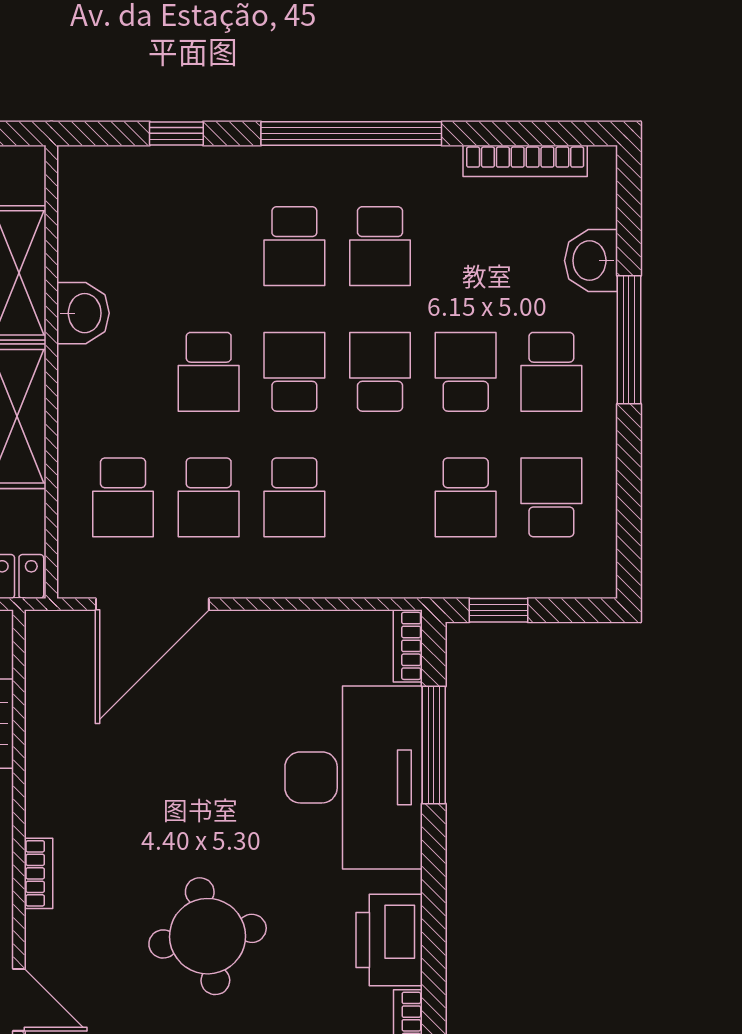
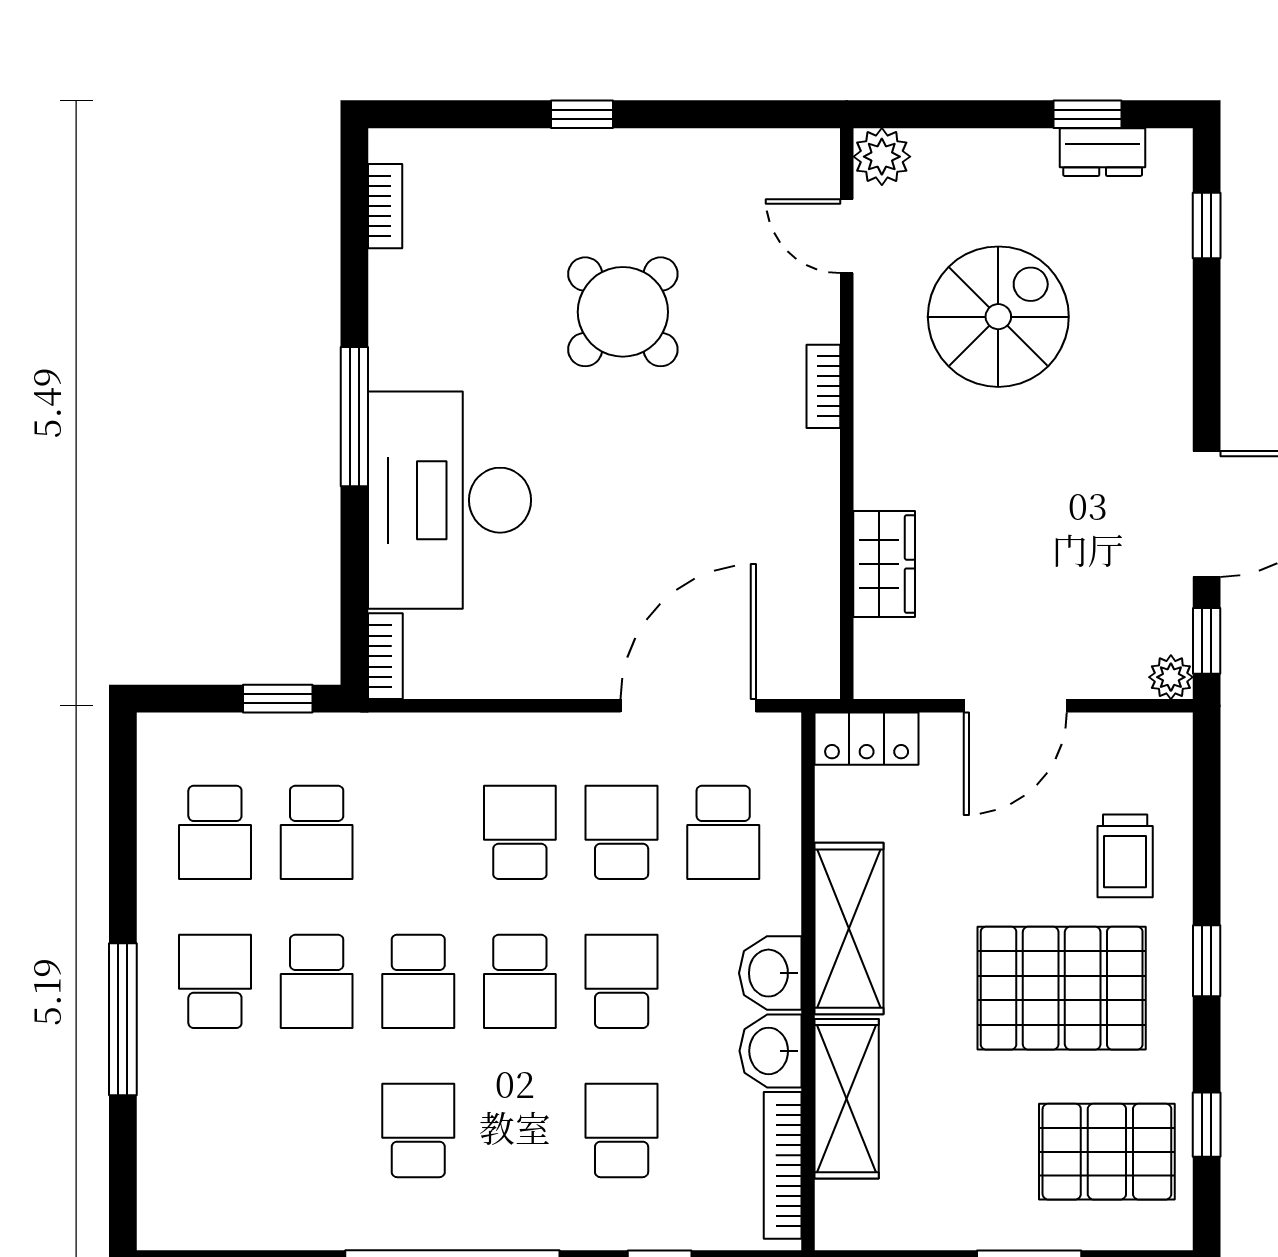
bookcase: (525, 161) -> (783, 1165), moved, turned -90
school desk: (294, 246) -> (622, 1130), moved
washbasin: (591, 261) -> (770, 973), moved, turned 180
school desk: (123, 497) -> (723, 832), turned 180
school desk: (466, 497) -> (317, 832), turned 180
window: (434, 745) -> (354, 417), moved
round table: (208, 936) -> (623, 312), turned -35
printer: (389, 940) -> (407, 307), removed

